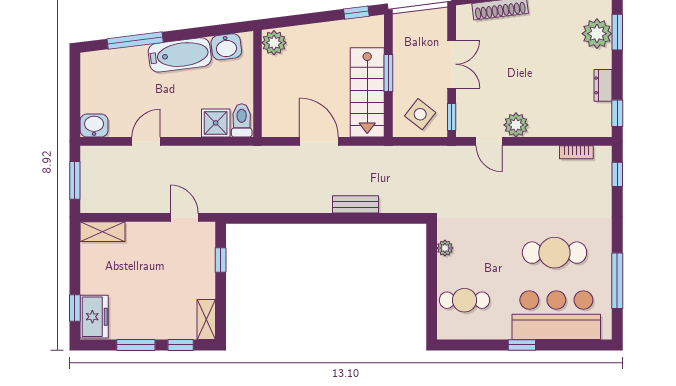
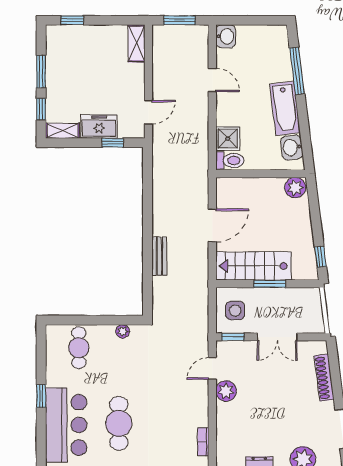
side table: (420, 114) -> (235, 311), turned -38
freezer: (94, 317) -> (99, 126), moved, turned 180

